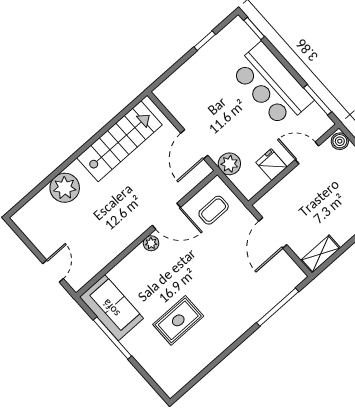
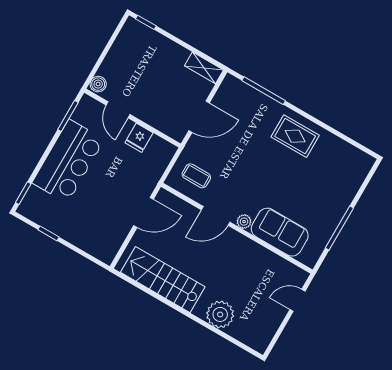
plant: (229, 164) -> (151, 175), removed
door: (166, 216) -> (216, 216), swing flipped
sofa: (111, 308) -> (280, 232), moved, turned 90
rug: (178, 320) -> (295, 136), moved

